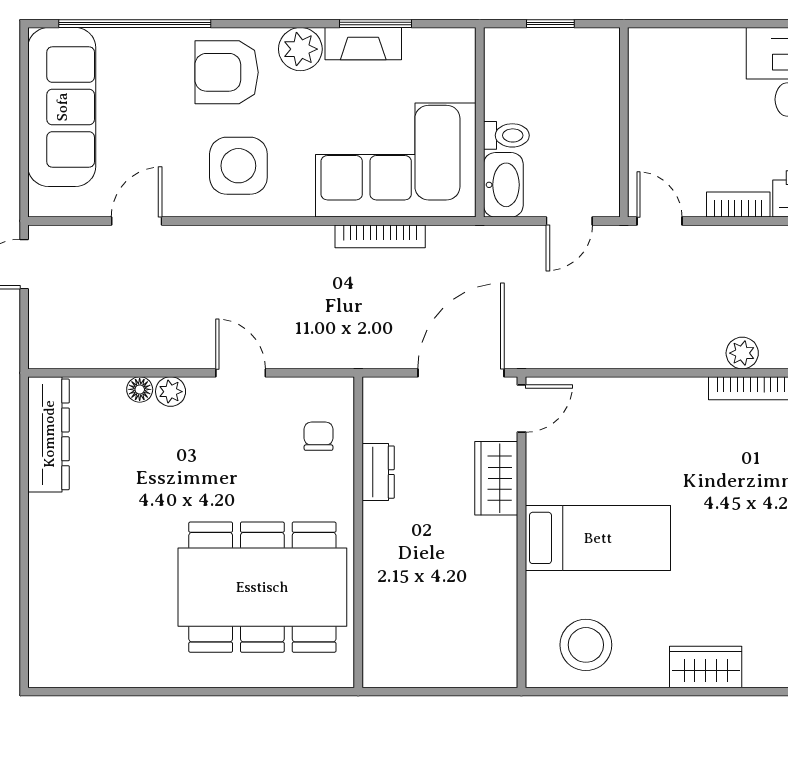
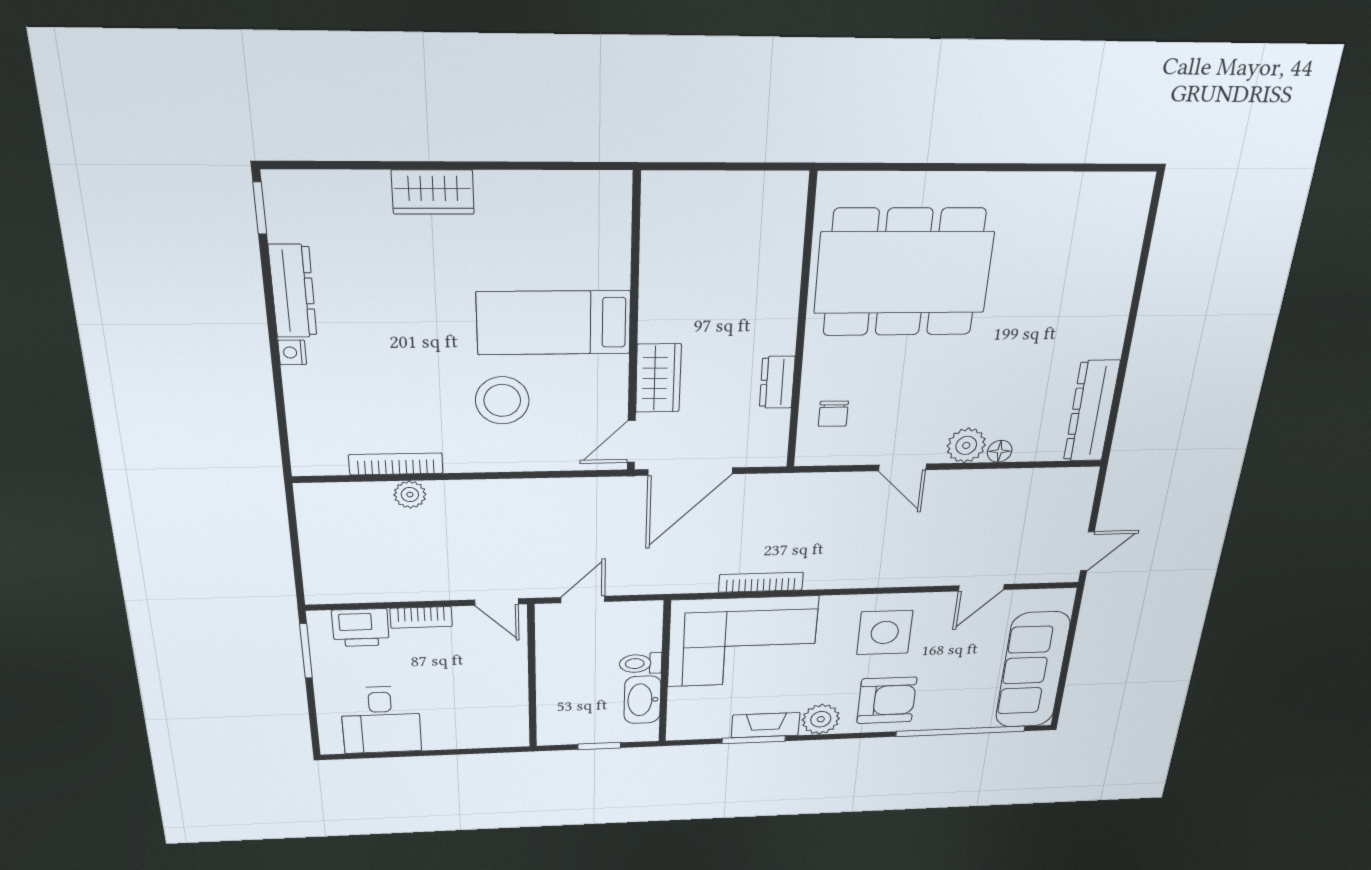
washbasin: (503, 185) -> (642, 700), moved
plant: (171, 392) -> (966, 445), width x1.38, depth x1.38
stool: (586, 645) -> (502, 400), moved

